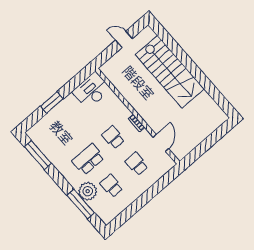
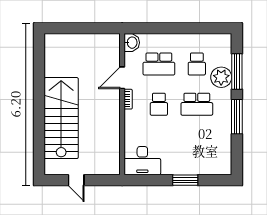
door: (161, 143) -> (122, 78), moved
window: (38, 155) -> (237, 117), moved
washbasin: (167, 162) -> (132, 43), added
school desk: (137, 164) -> (159, 64), width x1.85

